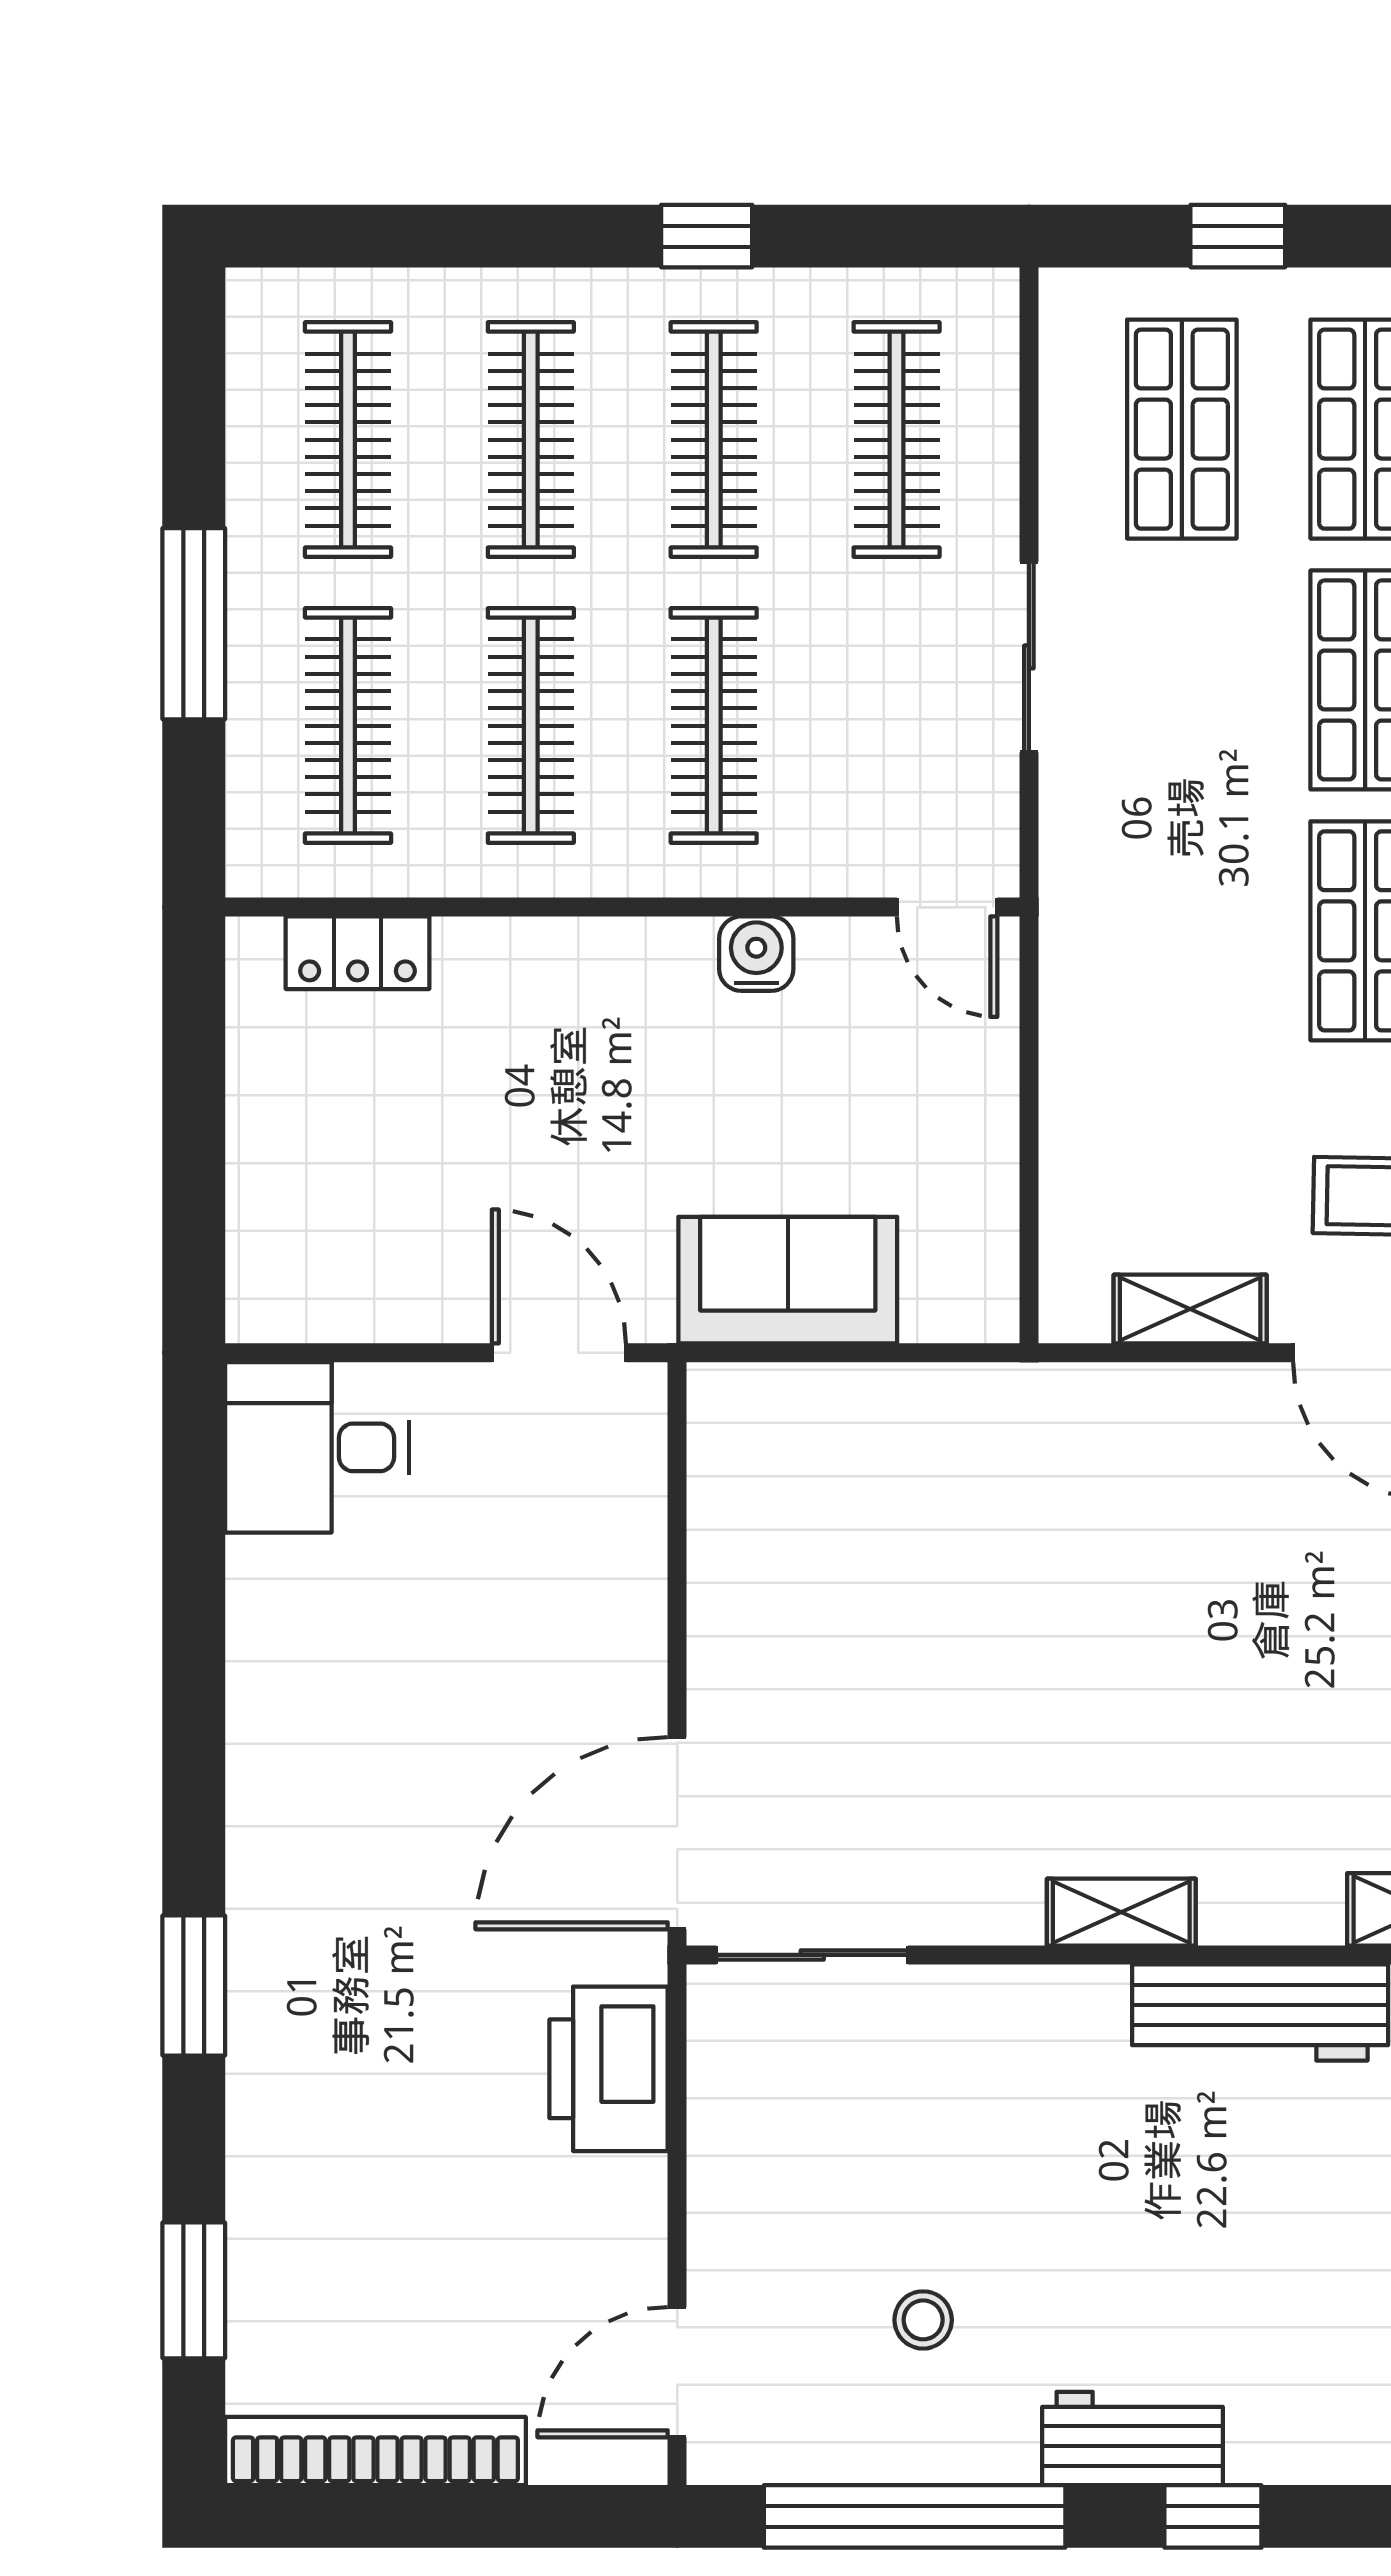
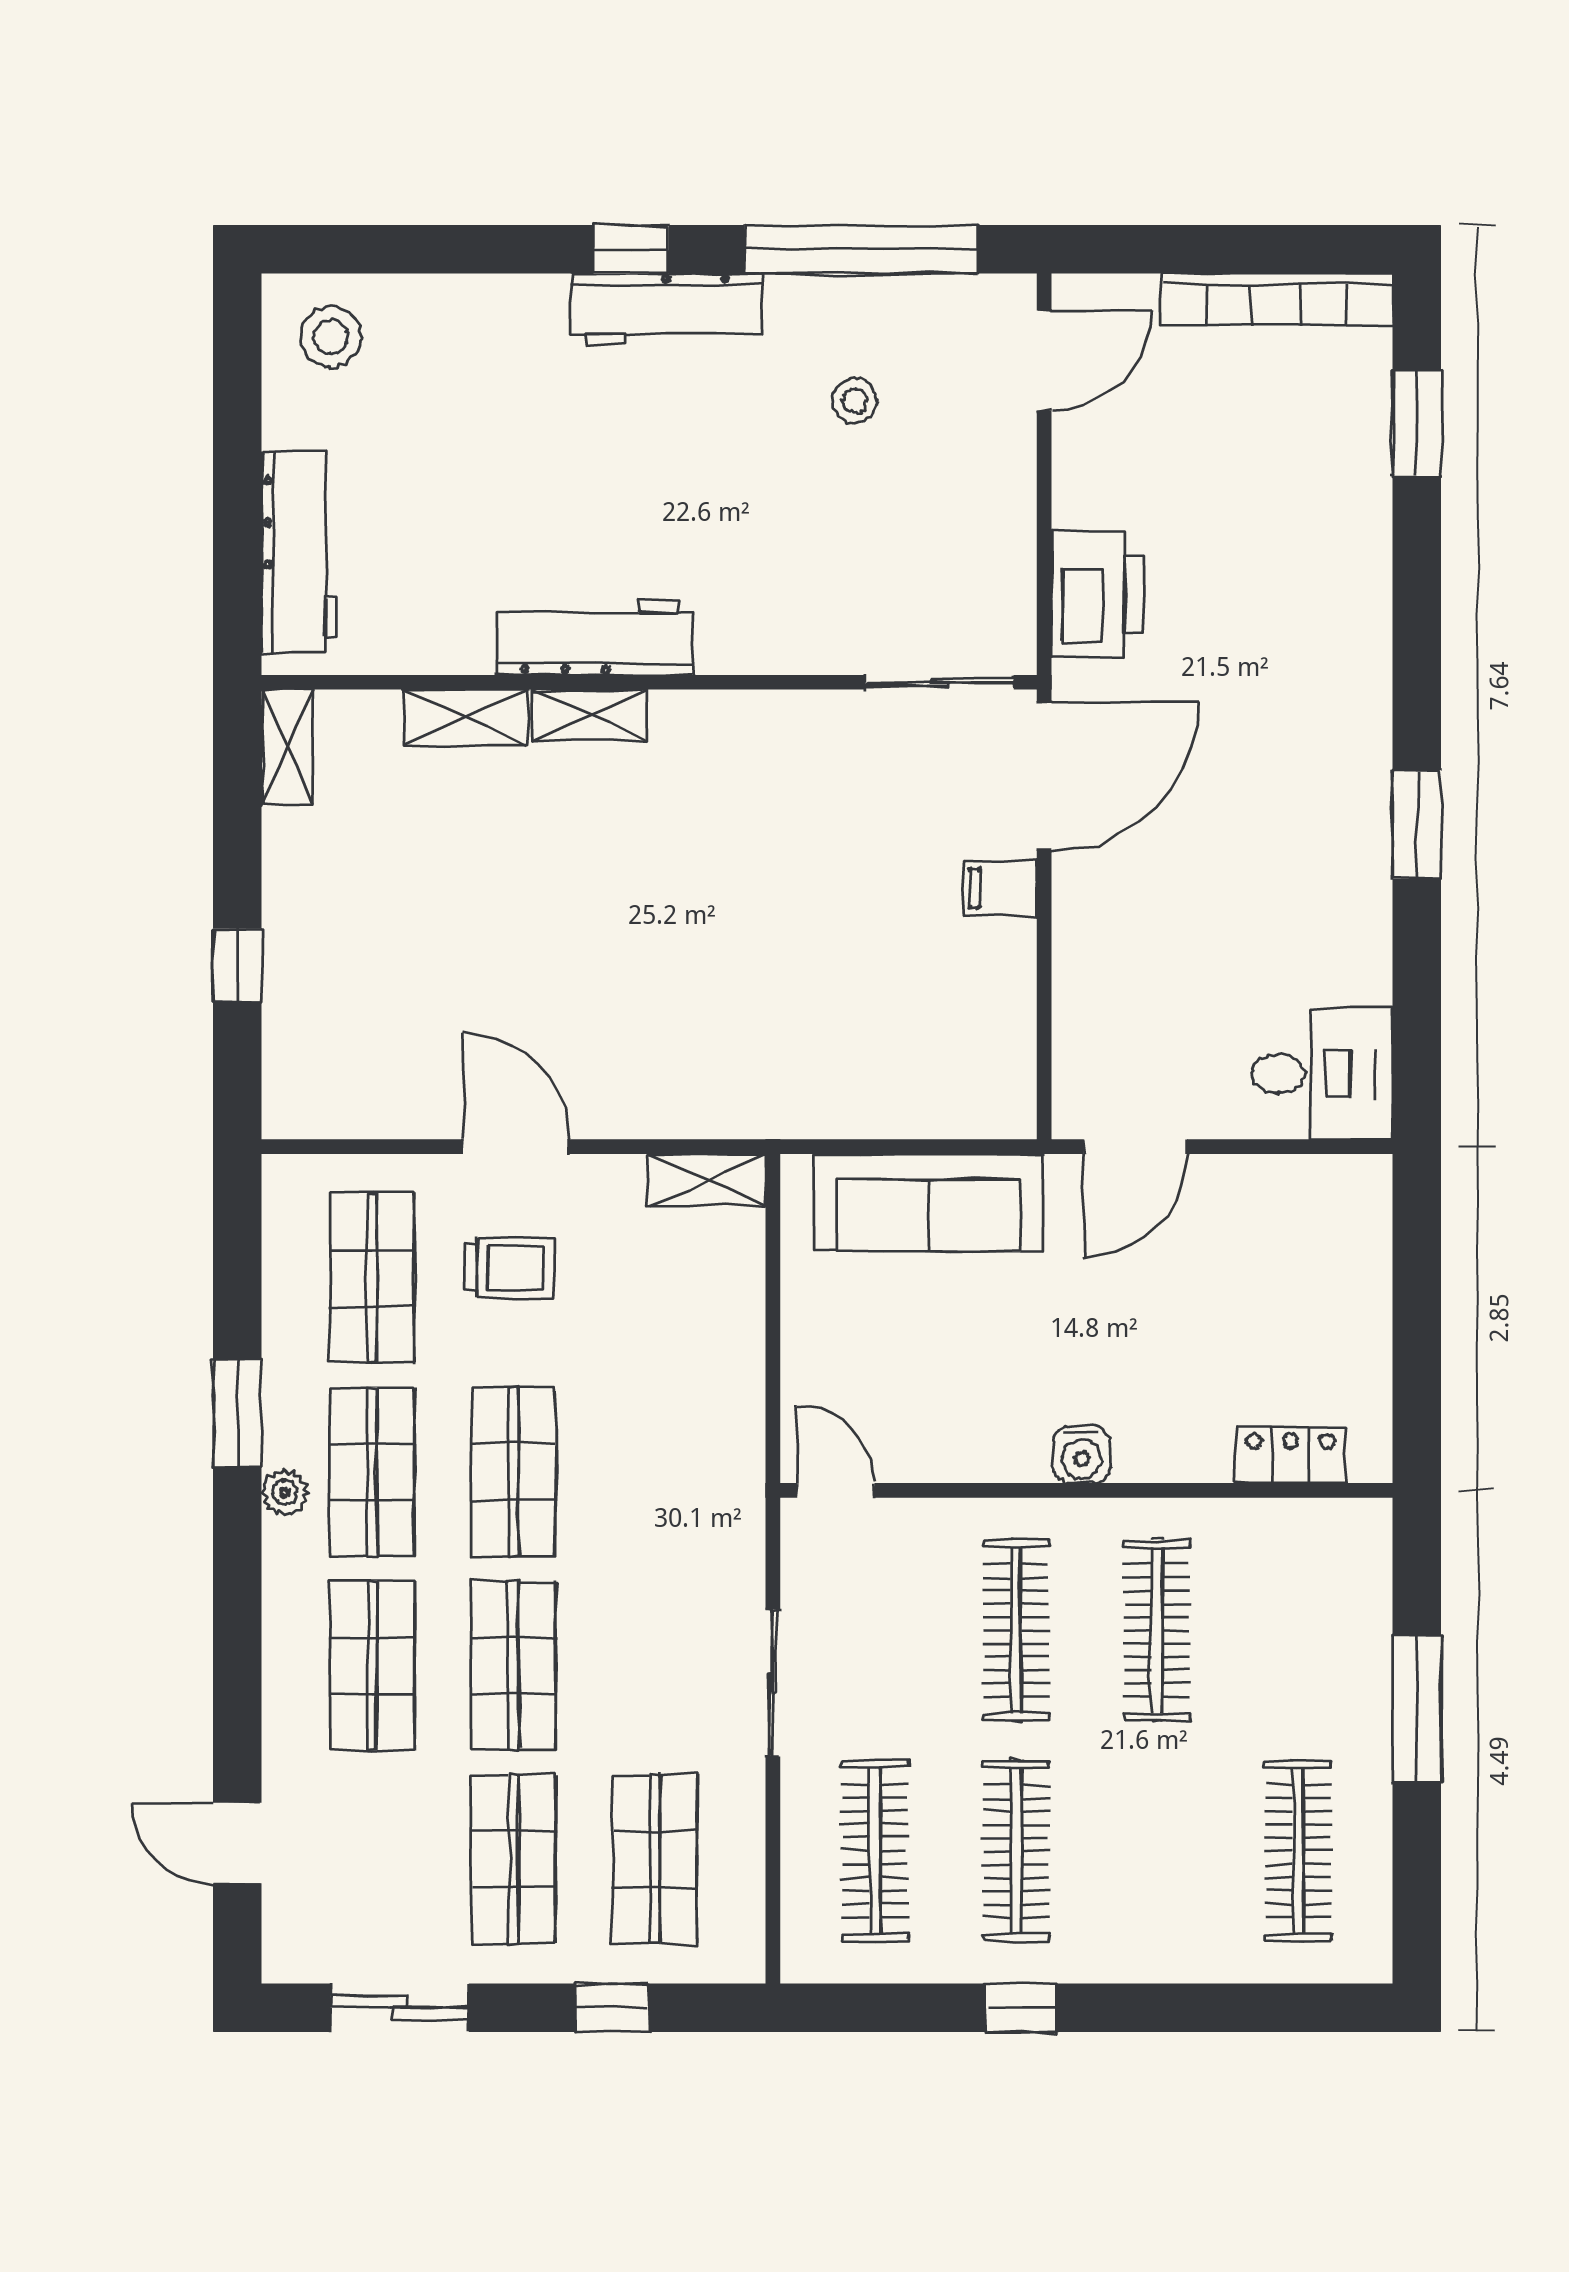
clothes rail: (531, 440) -> (1157, 1851), removed
clothes rail: (348, 726) -> (1298, 1630), removed
water cooler: (756, 954) -> (1082, 1454), moved
sofa: (788, 1280) -> (928, 1203), width x1.36
shelving: (1190, 1309) -> (707, 1180), moved
door: (559, 1353) -> (1135, 1147), hinge flipped
filing cabinet: (734, 1688) -> (1000, 888), added
shelving: (1121, 1912) -> (590, 715), moved
window: (194, 1985) -> (1417, 824), moved
workbench: (1132, 2438) -> (667, 309), width x1.37

